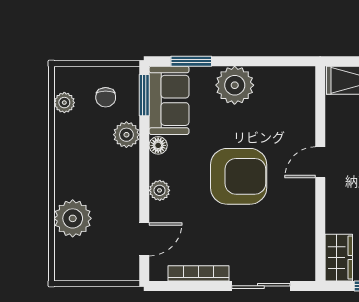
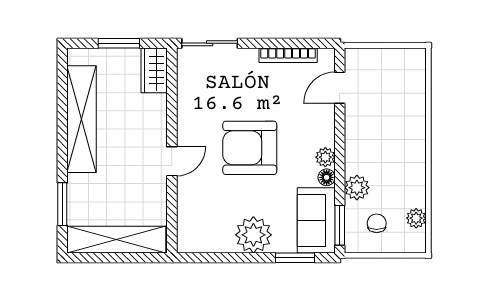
plant: (160, 190) -> (325, 157), moved
plant: (73, 218) -> (408, 108), removed
sliding door: (261, 286) -> (210, 43), moved

